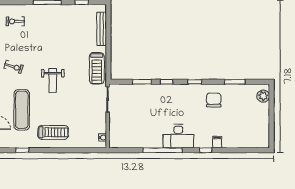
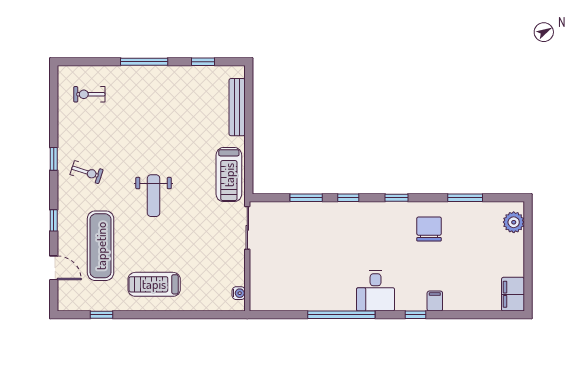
treadmill: (53, 132) -> (154, 284), turned 180
desk: (178, 136) -> (376, 291), width x0.73
filing cabinet: (263, 138) -> (513, 294), added

